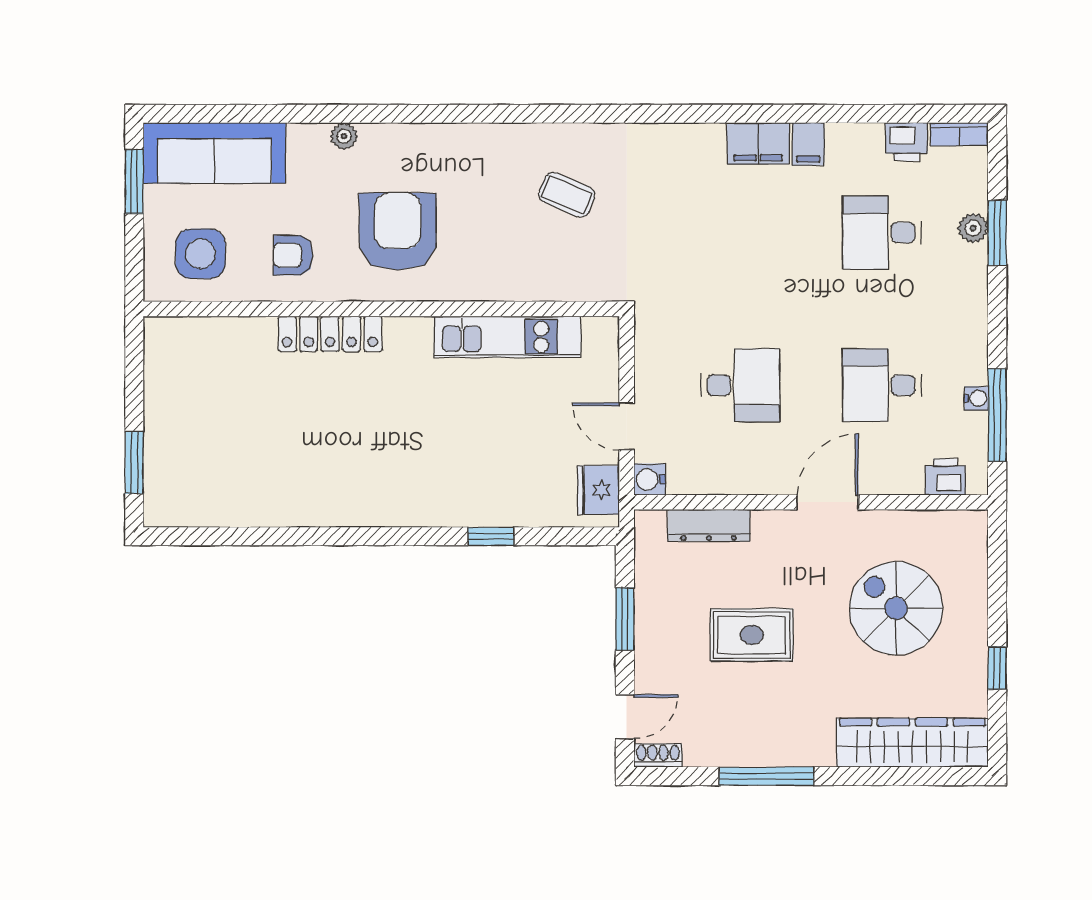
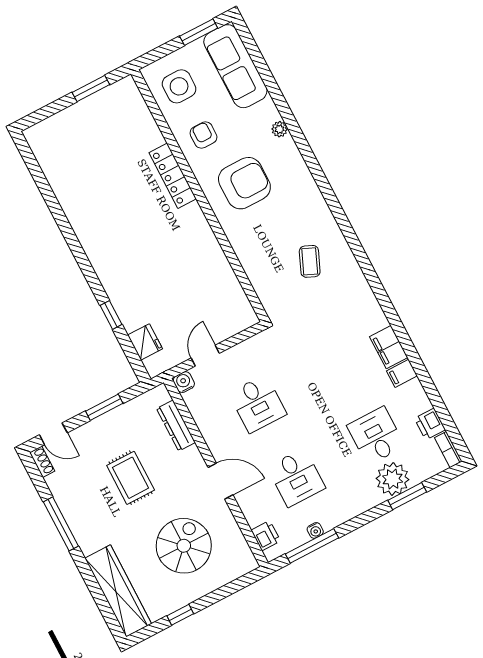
plant: (973, 228) -> (393, 479), width x1.88, depth x1.88
kitchen unit: (507, 337) -> (219, 269), removed
desk: (882, 385) -> (296, 478), turned 180
window: (134, 463) -> (91, 88), moved
fridge: (598, 490) -> (145, 342), moved, turned 90

